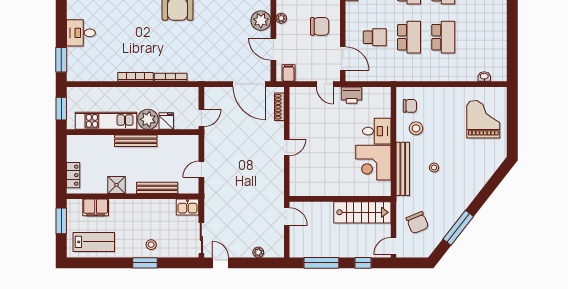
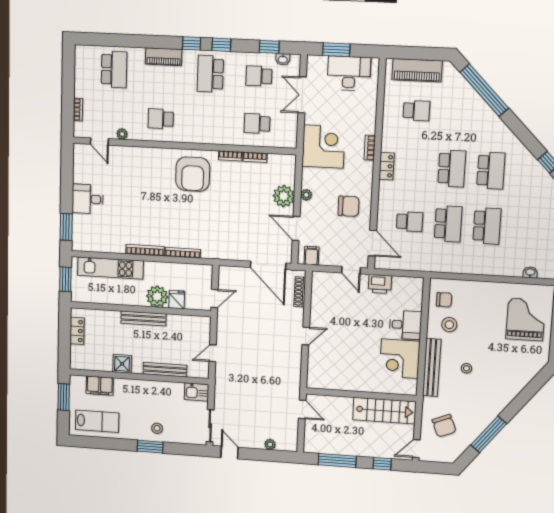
kitchen unit: (106, 121) -> (110, 268), moved, turned 180
locker: (73, 175) -> (77, 331), moved

